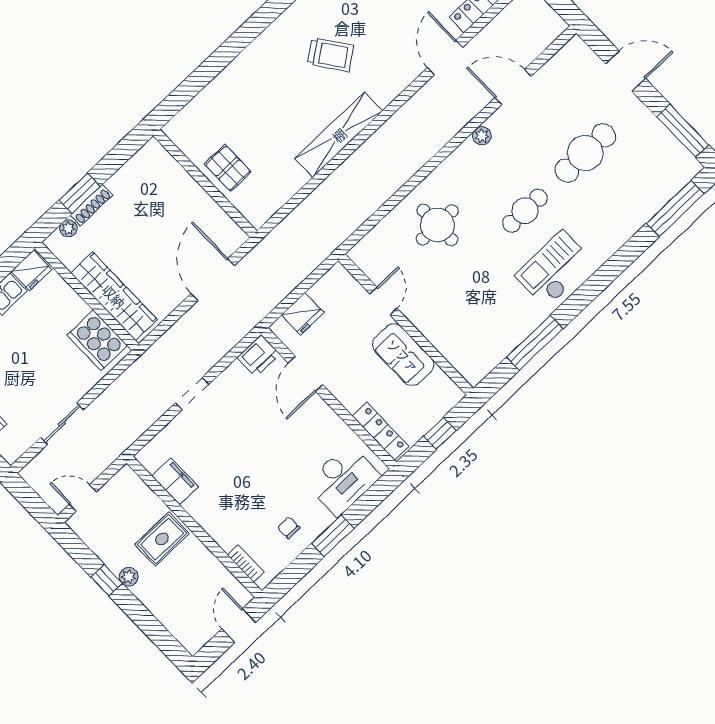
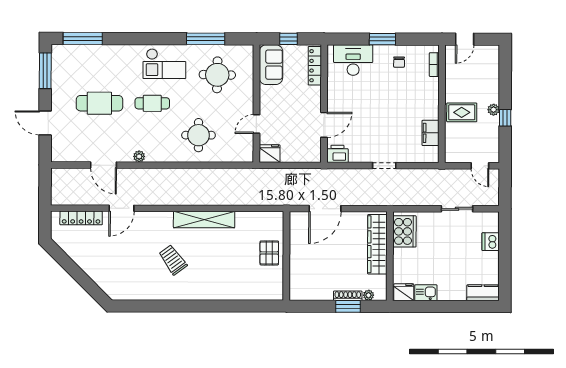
fridge: (303, 314) -> (270, 154), moved
round table: (482, 314) -> (217, 75), added
sofa: (403, 355) -> (271, 65), moved

